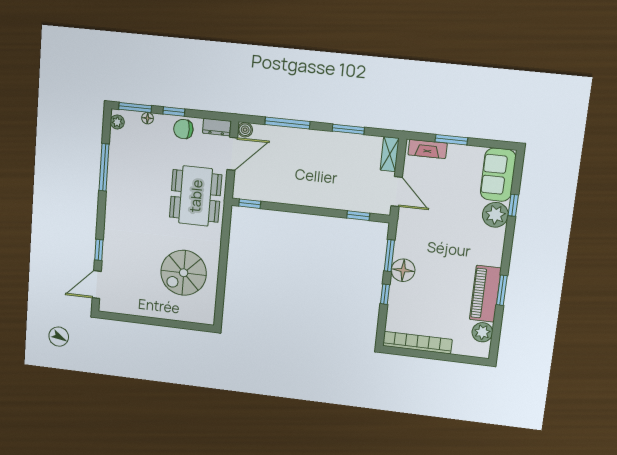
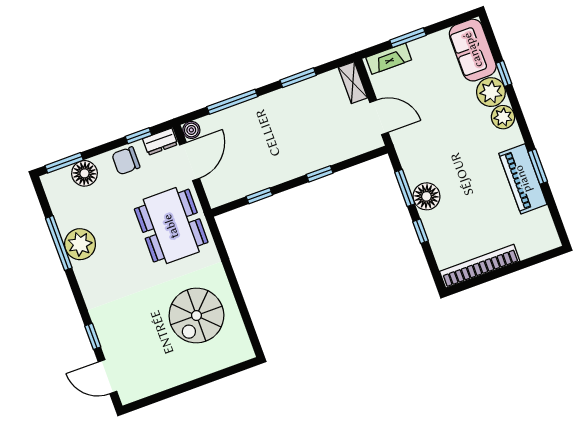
window: (174, 111) -> (139, 136), moved
floor lamp: (148, 118) -> (85, 173), width x1.89, depth x1.89
plant: (117, 122) -> (80, 244), moved, width x1.88, depth x1.88
window: (250, 204) -> (259, 196), moved
window: (358, 216) -> (320, 174), moved
door: (97, 285) -> (107, 377), hinge flipped
plant: (482, 332) -> (503, 117), moved

